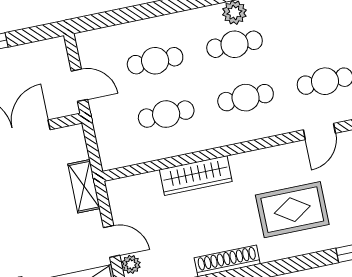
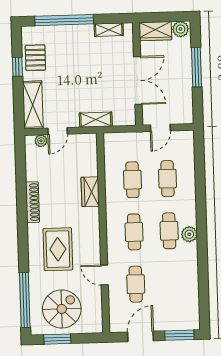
wardrobe: (196, 176) -> (90, 192), width x0.67

